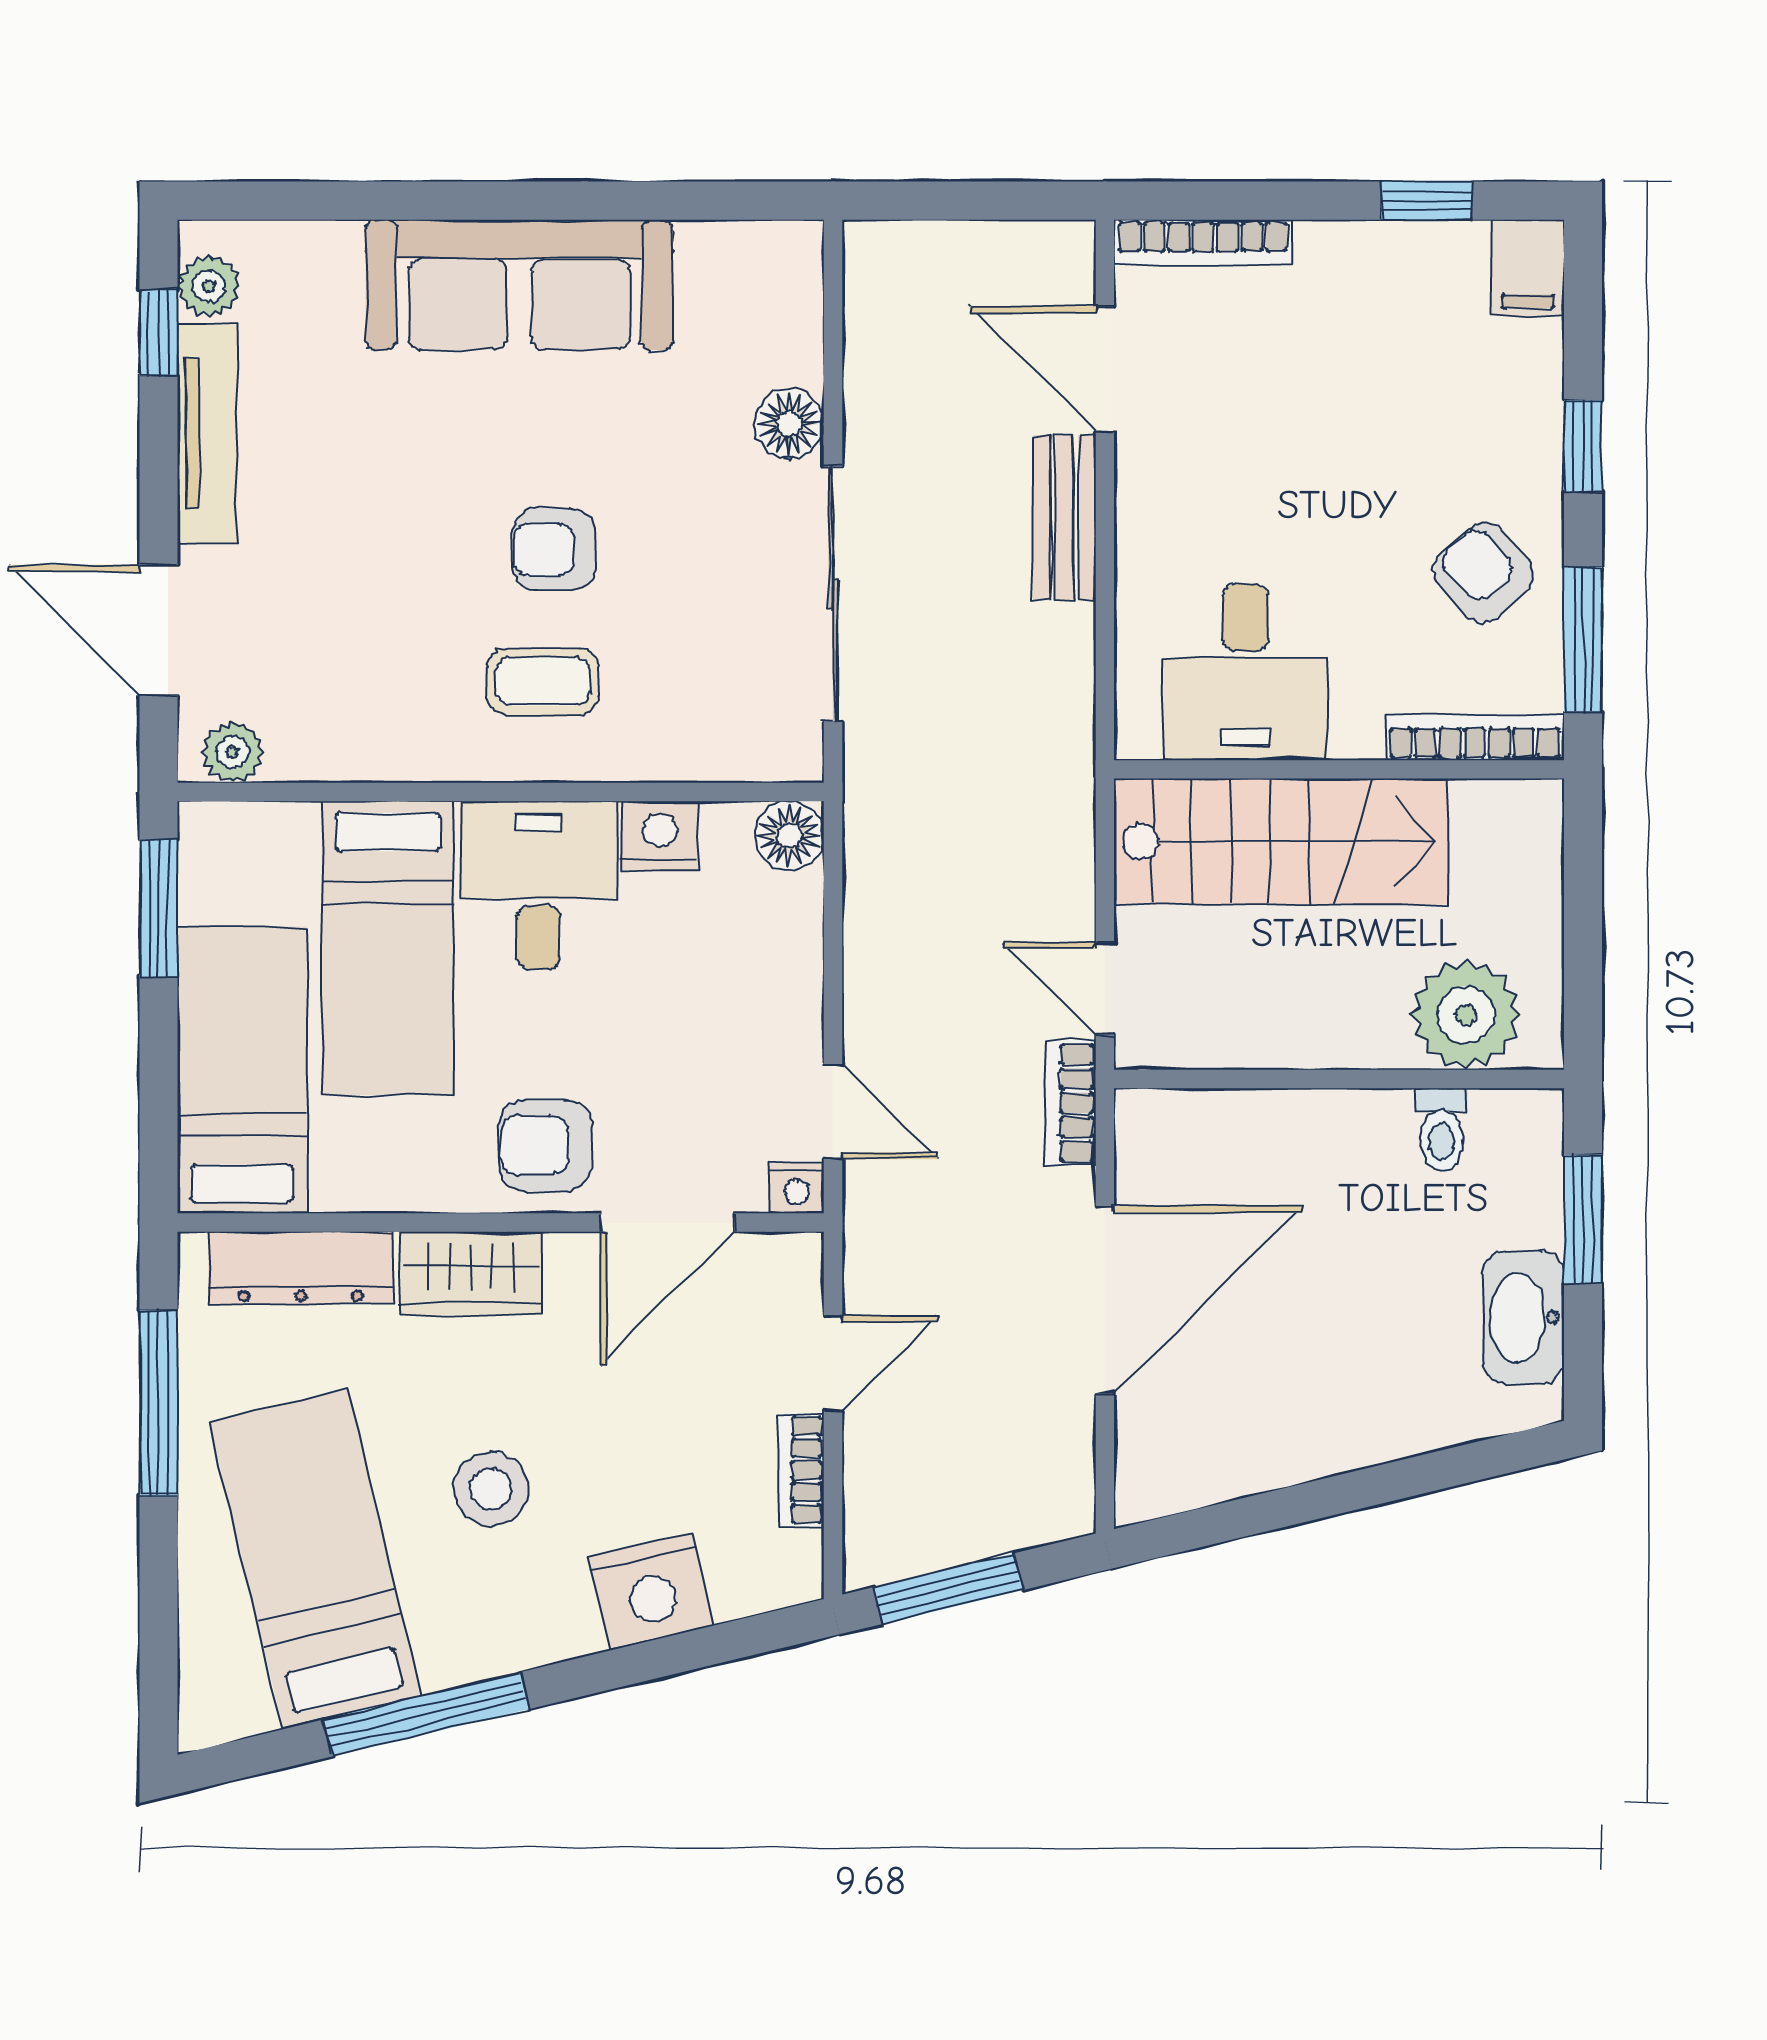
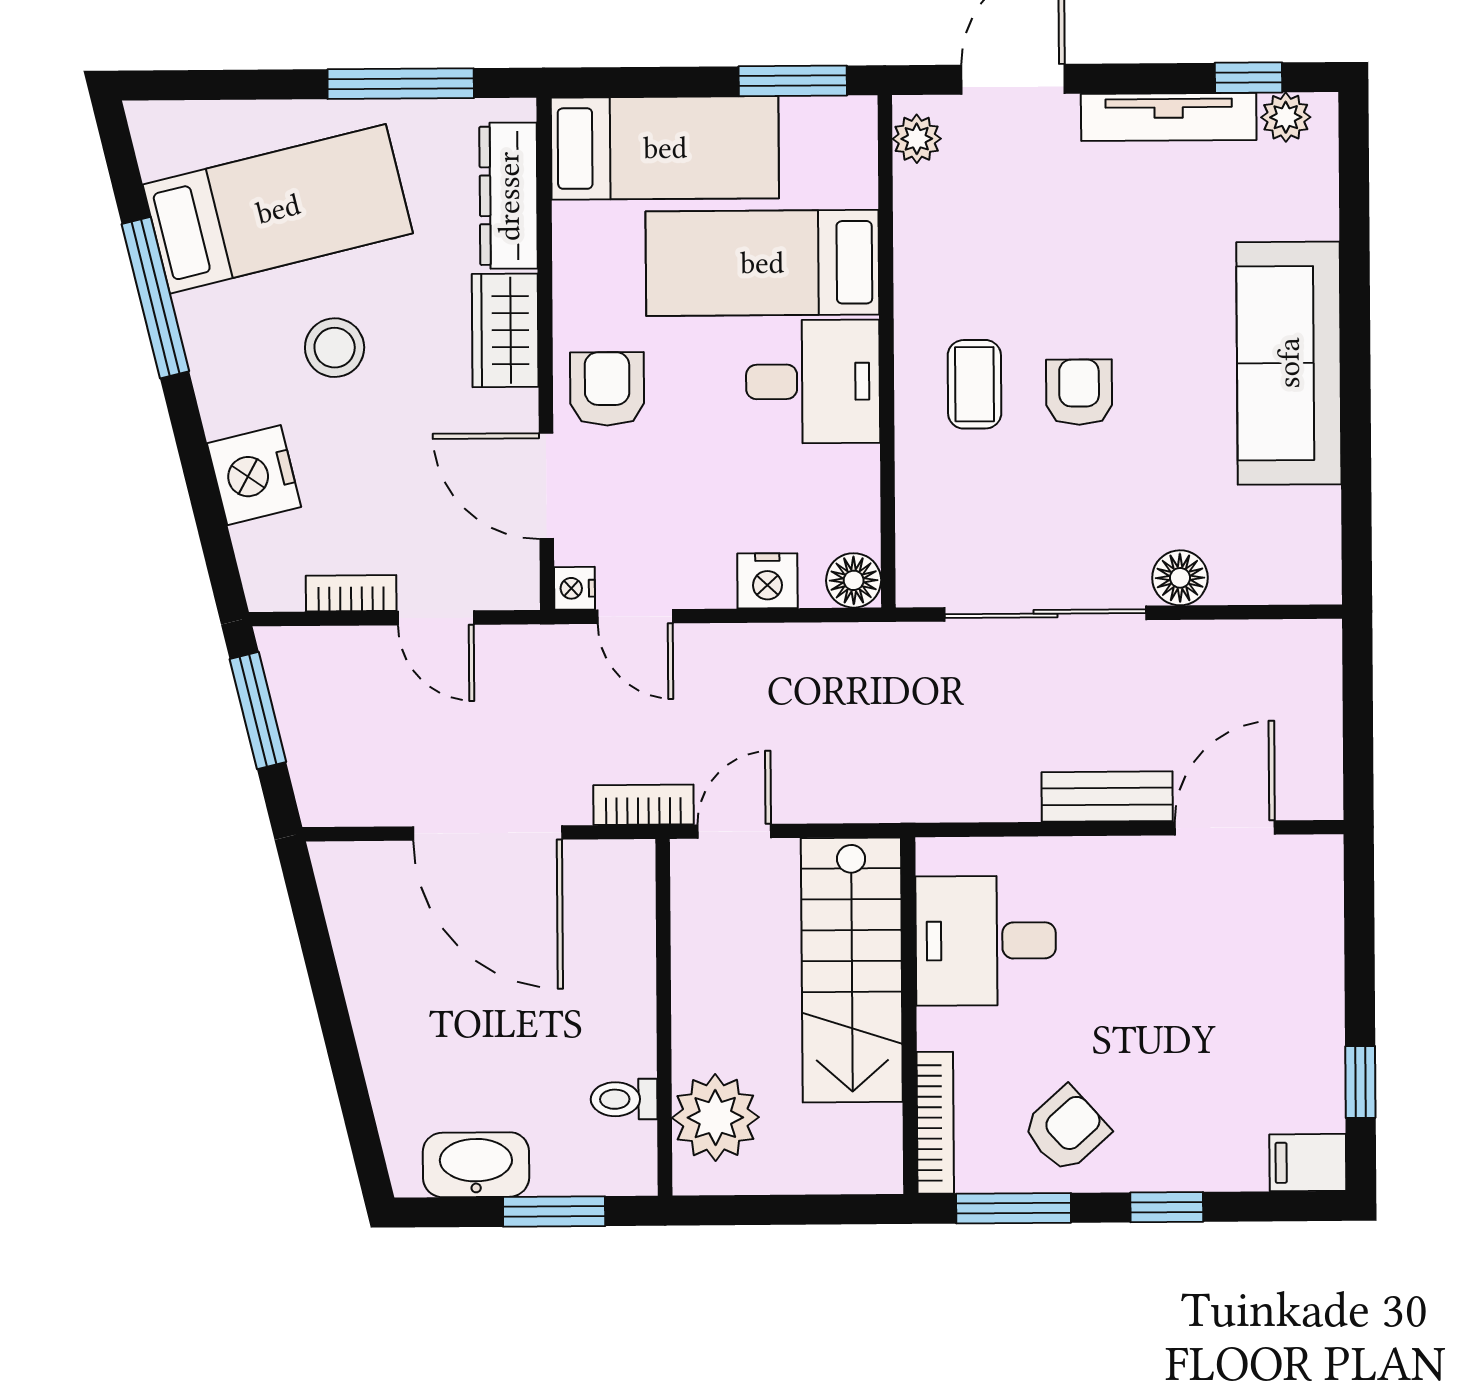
bookcase: (1203, 242) -> (1326, 905), removed
nightstand: (660, 836) -> (767, 581), moved, turned 90
door: (833, 1112) -> (635, 616), hinge flipped

